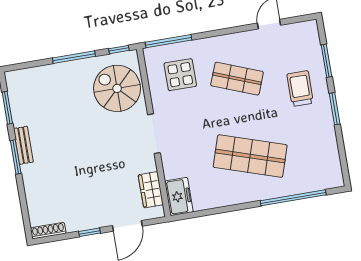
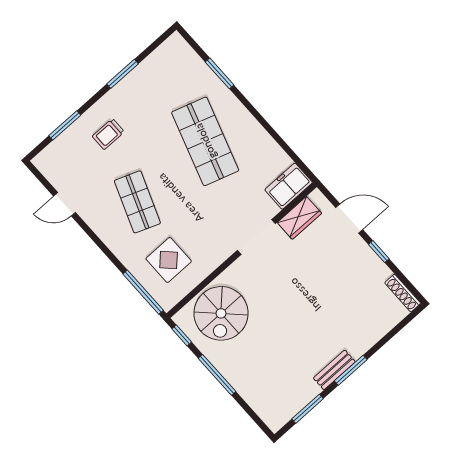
trolley: (300, 89) -> (108, 134), width x0.73, depth x0.72
window: (335, 109) -> (123, 74), moved
doorway: (154, 134) -> (256, 237), moved
window: (293, 198) -> (220, 73), width x0.47

